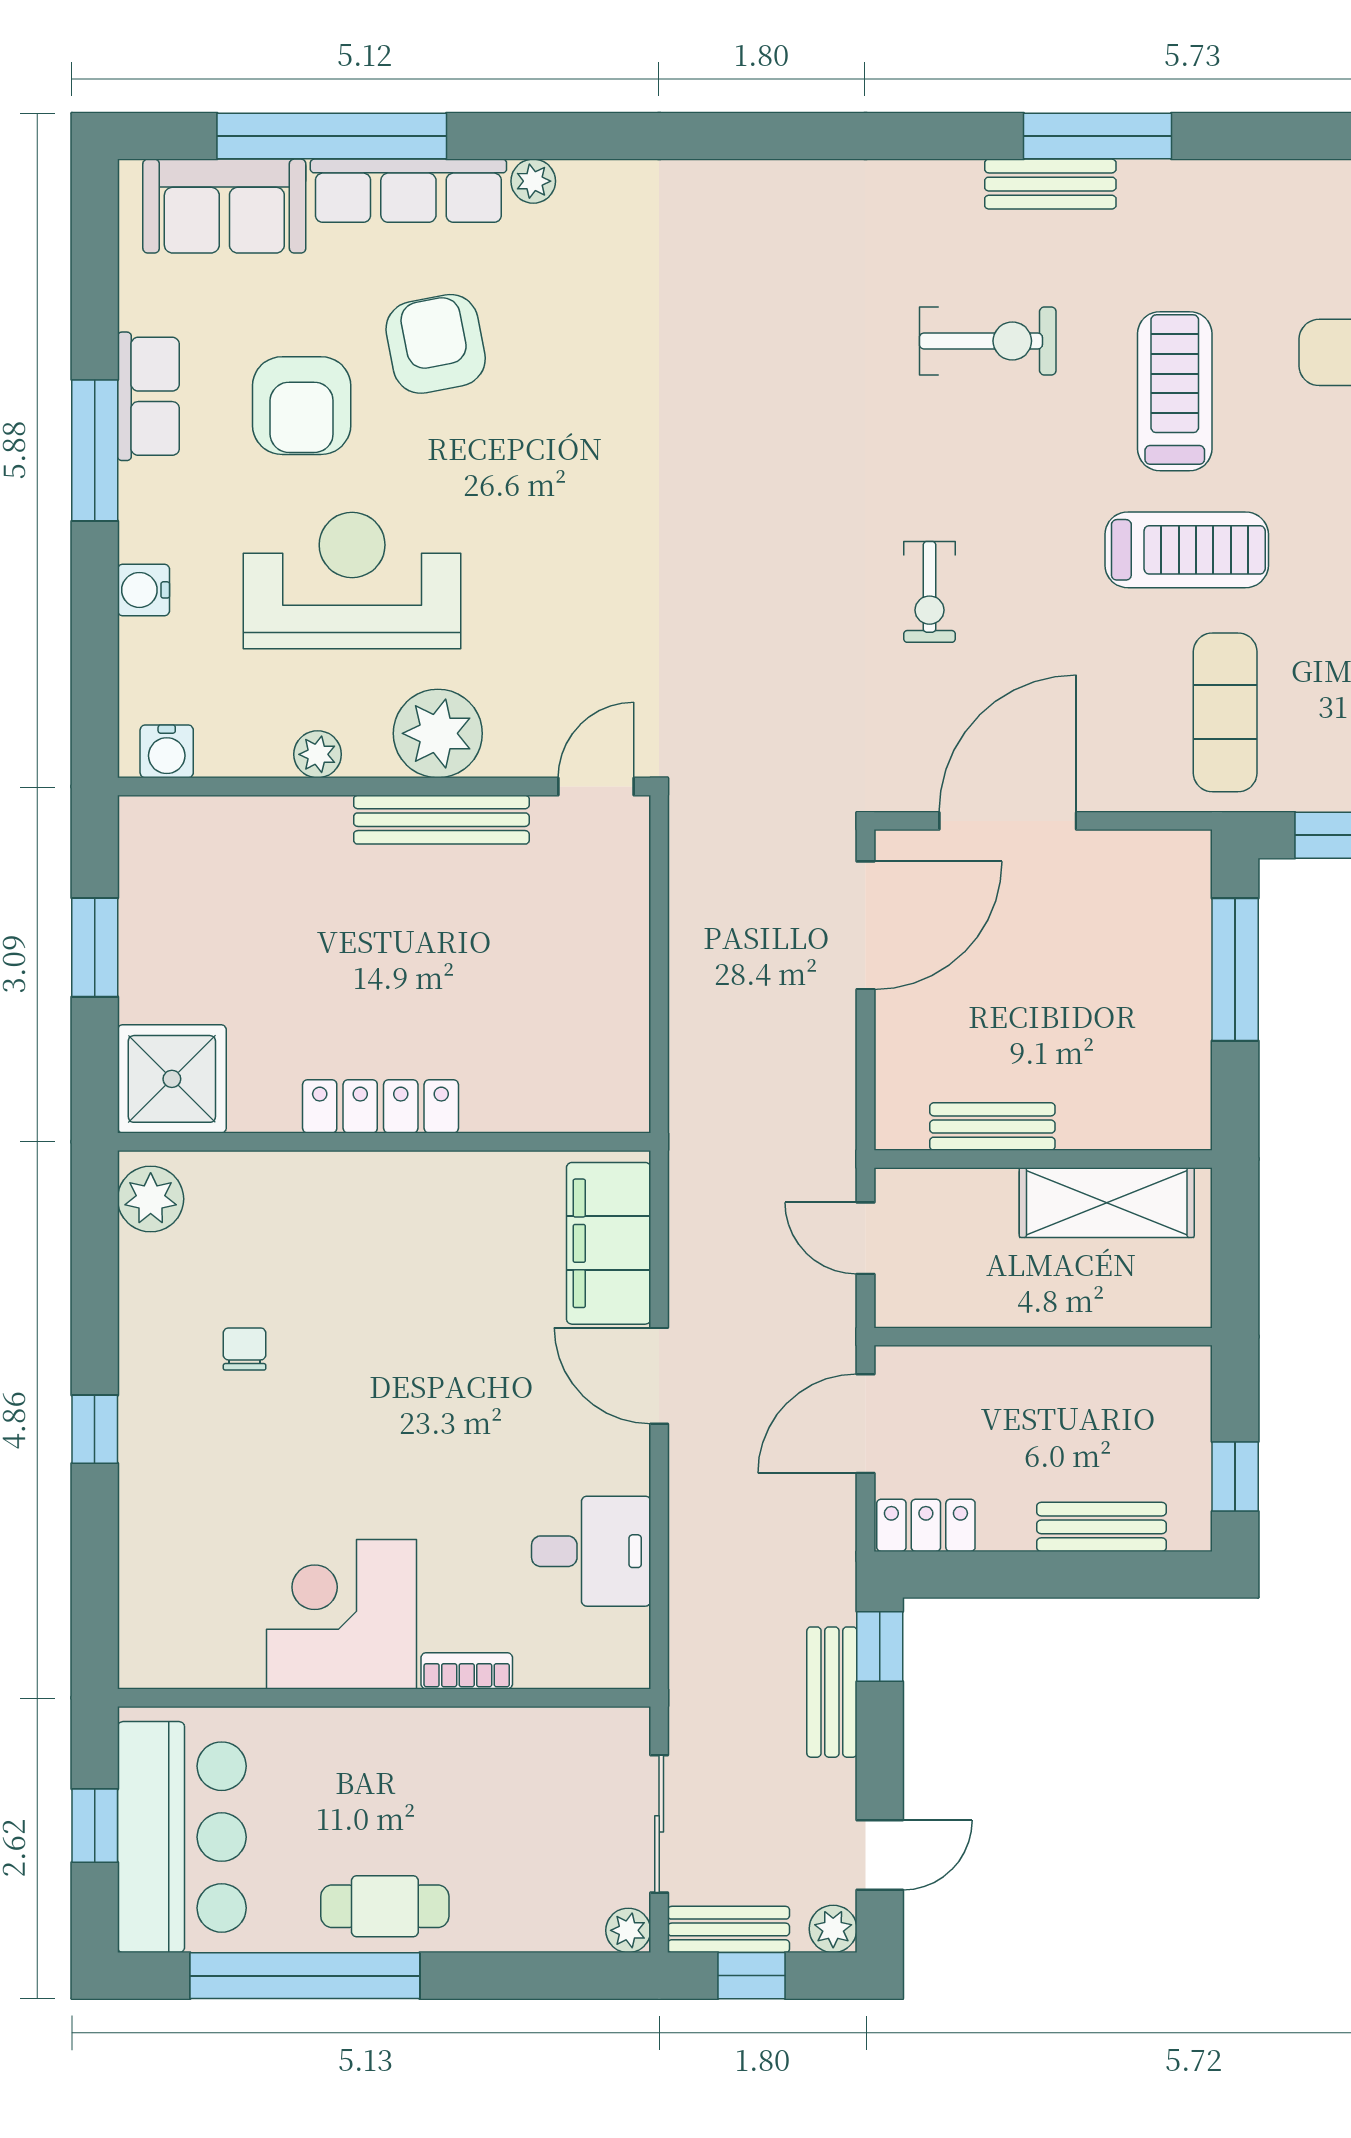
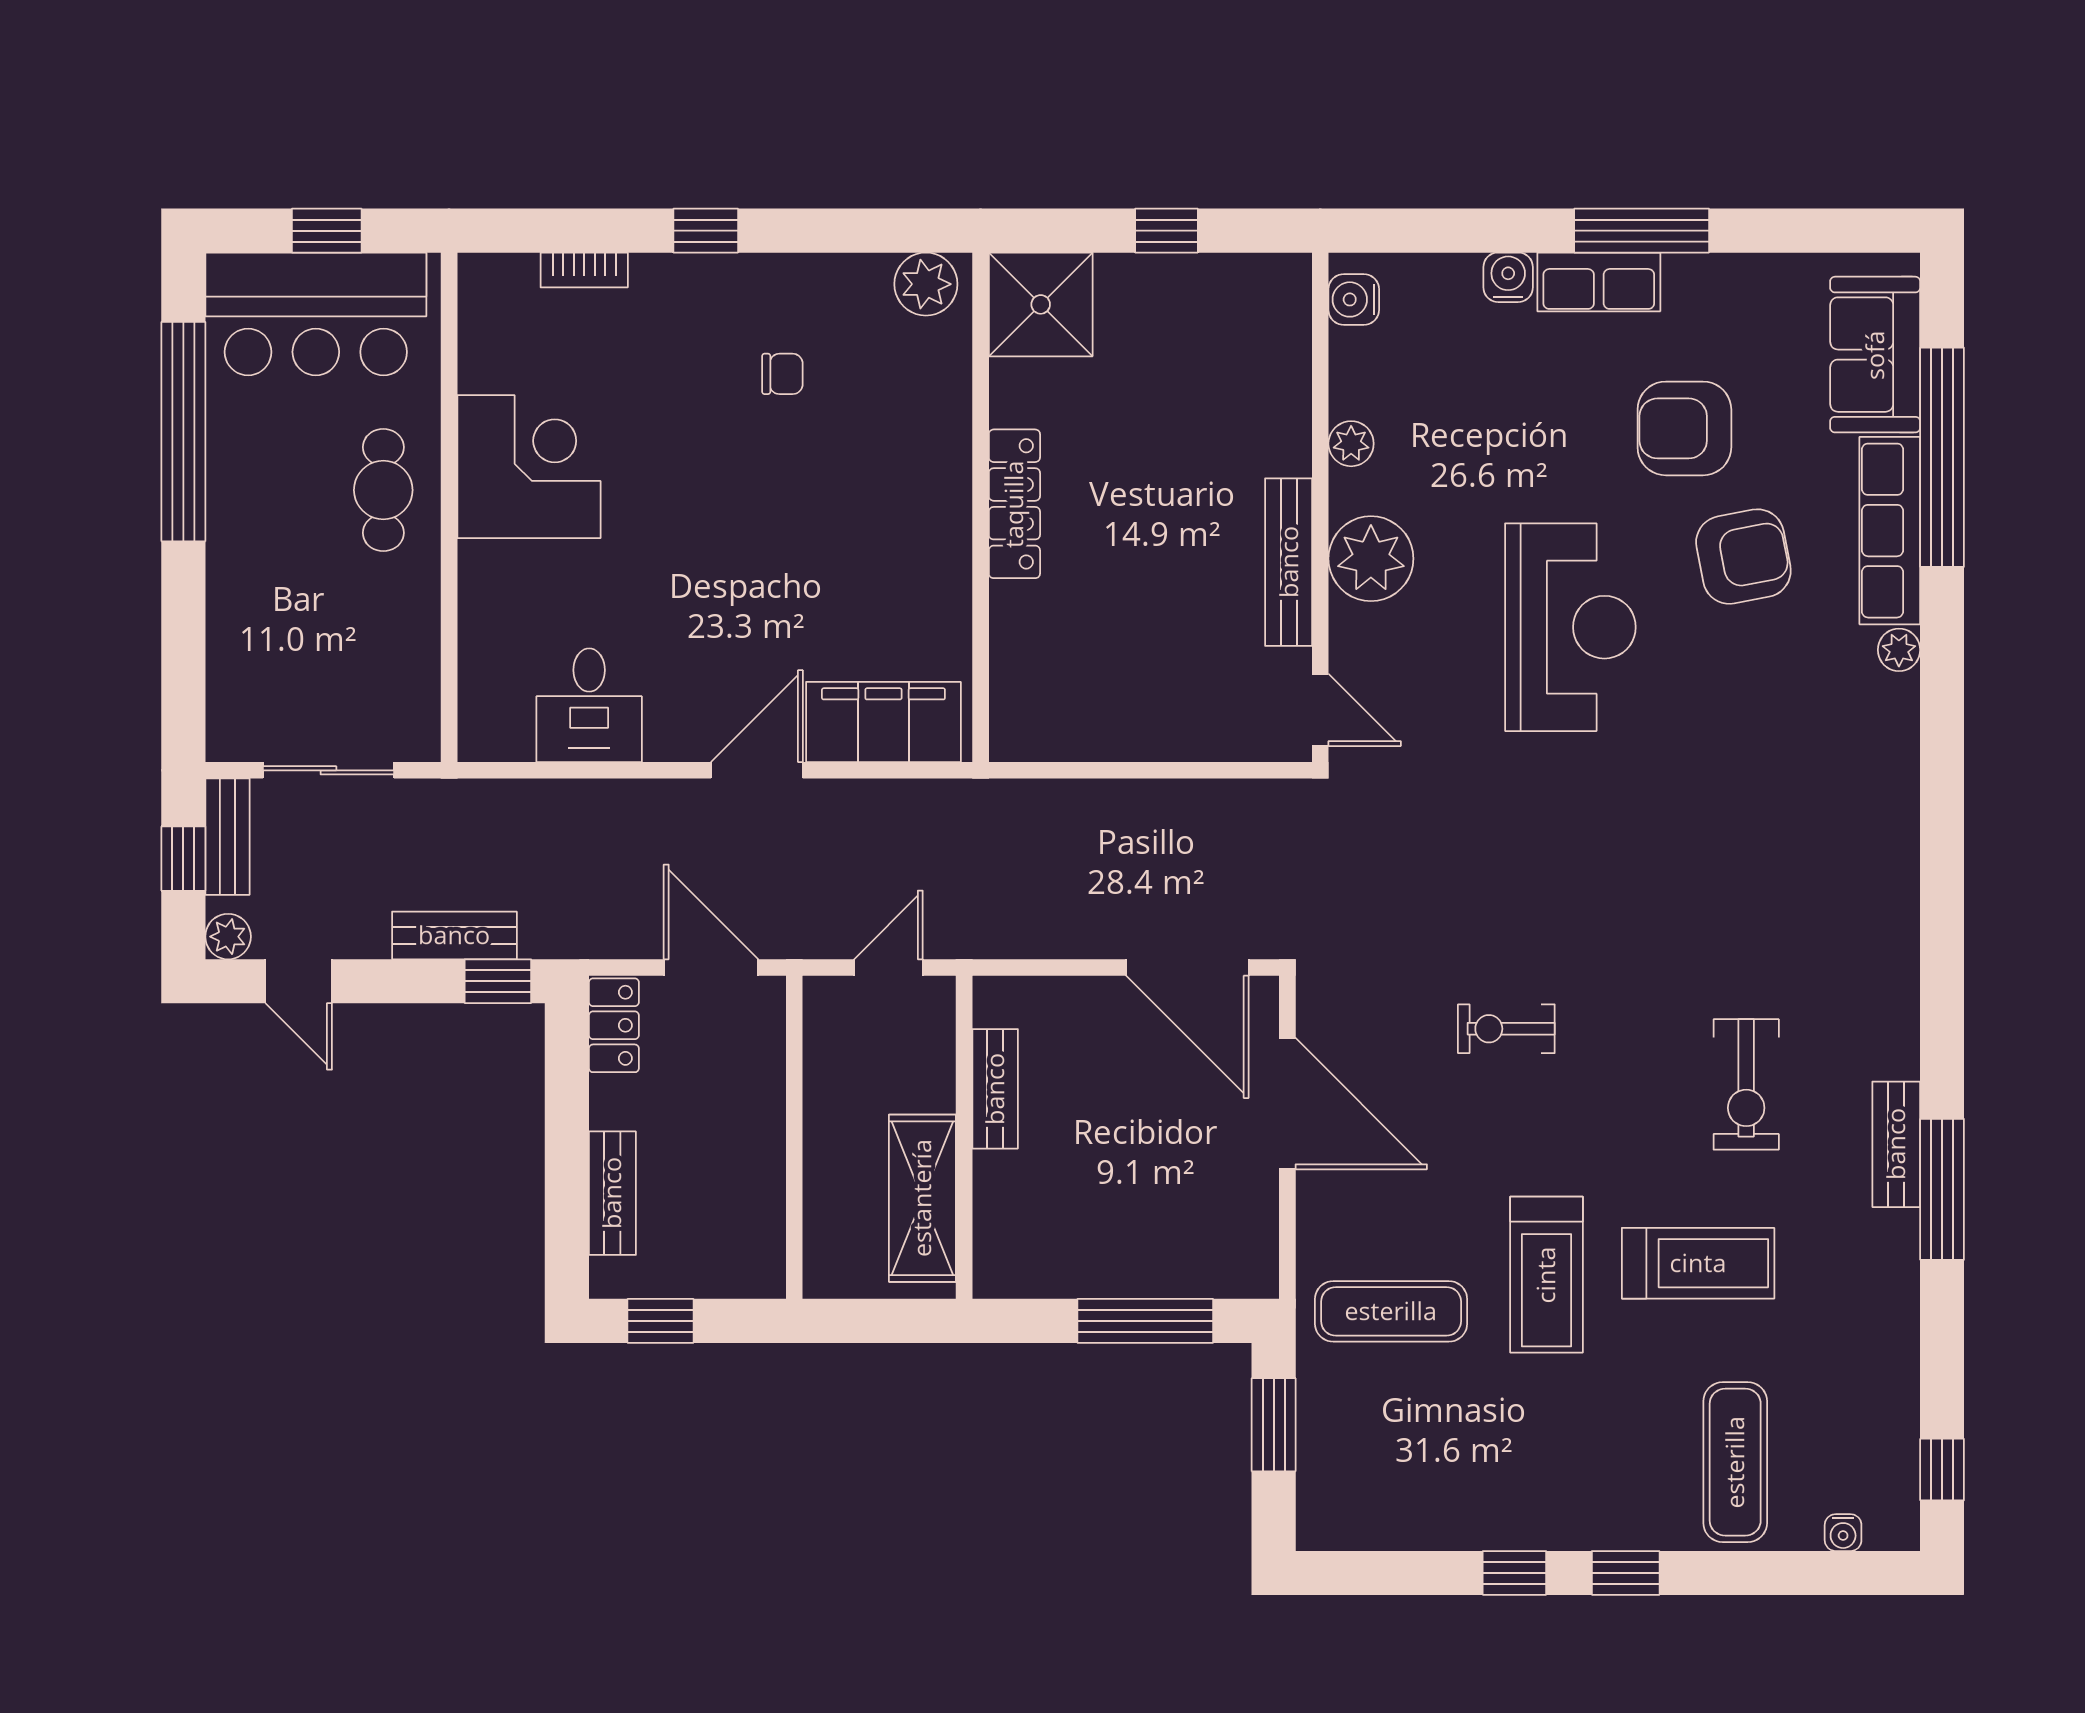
row of seats: (148, 396) -> (1599, 282), moved
reception desk: (352, 581) -> (1570, 627), moved
window: (95, 947) -> (1166, 231), width x0.67
bookcase: (467, 1671) -> (584, 270), moved, turned 90
cafe table: (385, 1906) -> (383, 490), moved
plant: (628, 1930) -> (227, 741), removed

